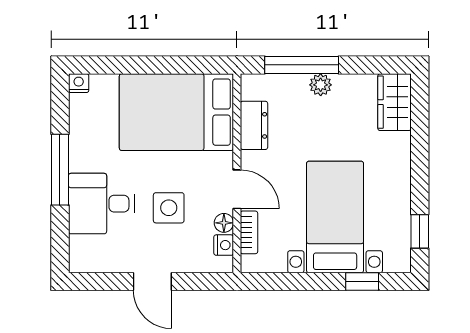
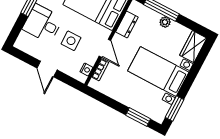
bed with nightstands: (335, 217) -> (158, 71), moved, turned -90
floor lamp: (224, 223) -> (92, 60), removed
window: (420, 231) -> (175, 108), width x1.50
window: (362, 282) -> (138, 117), width x1.50

